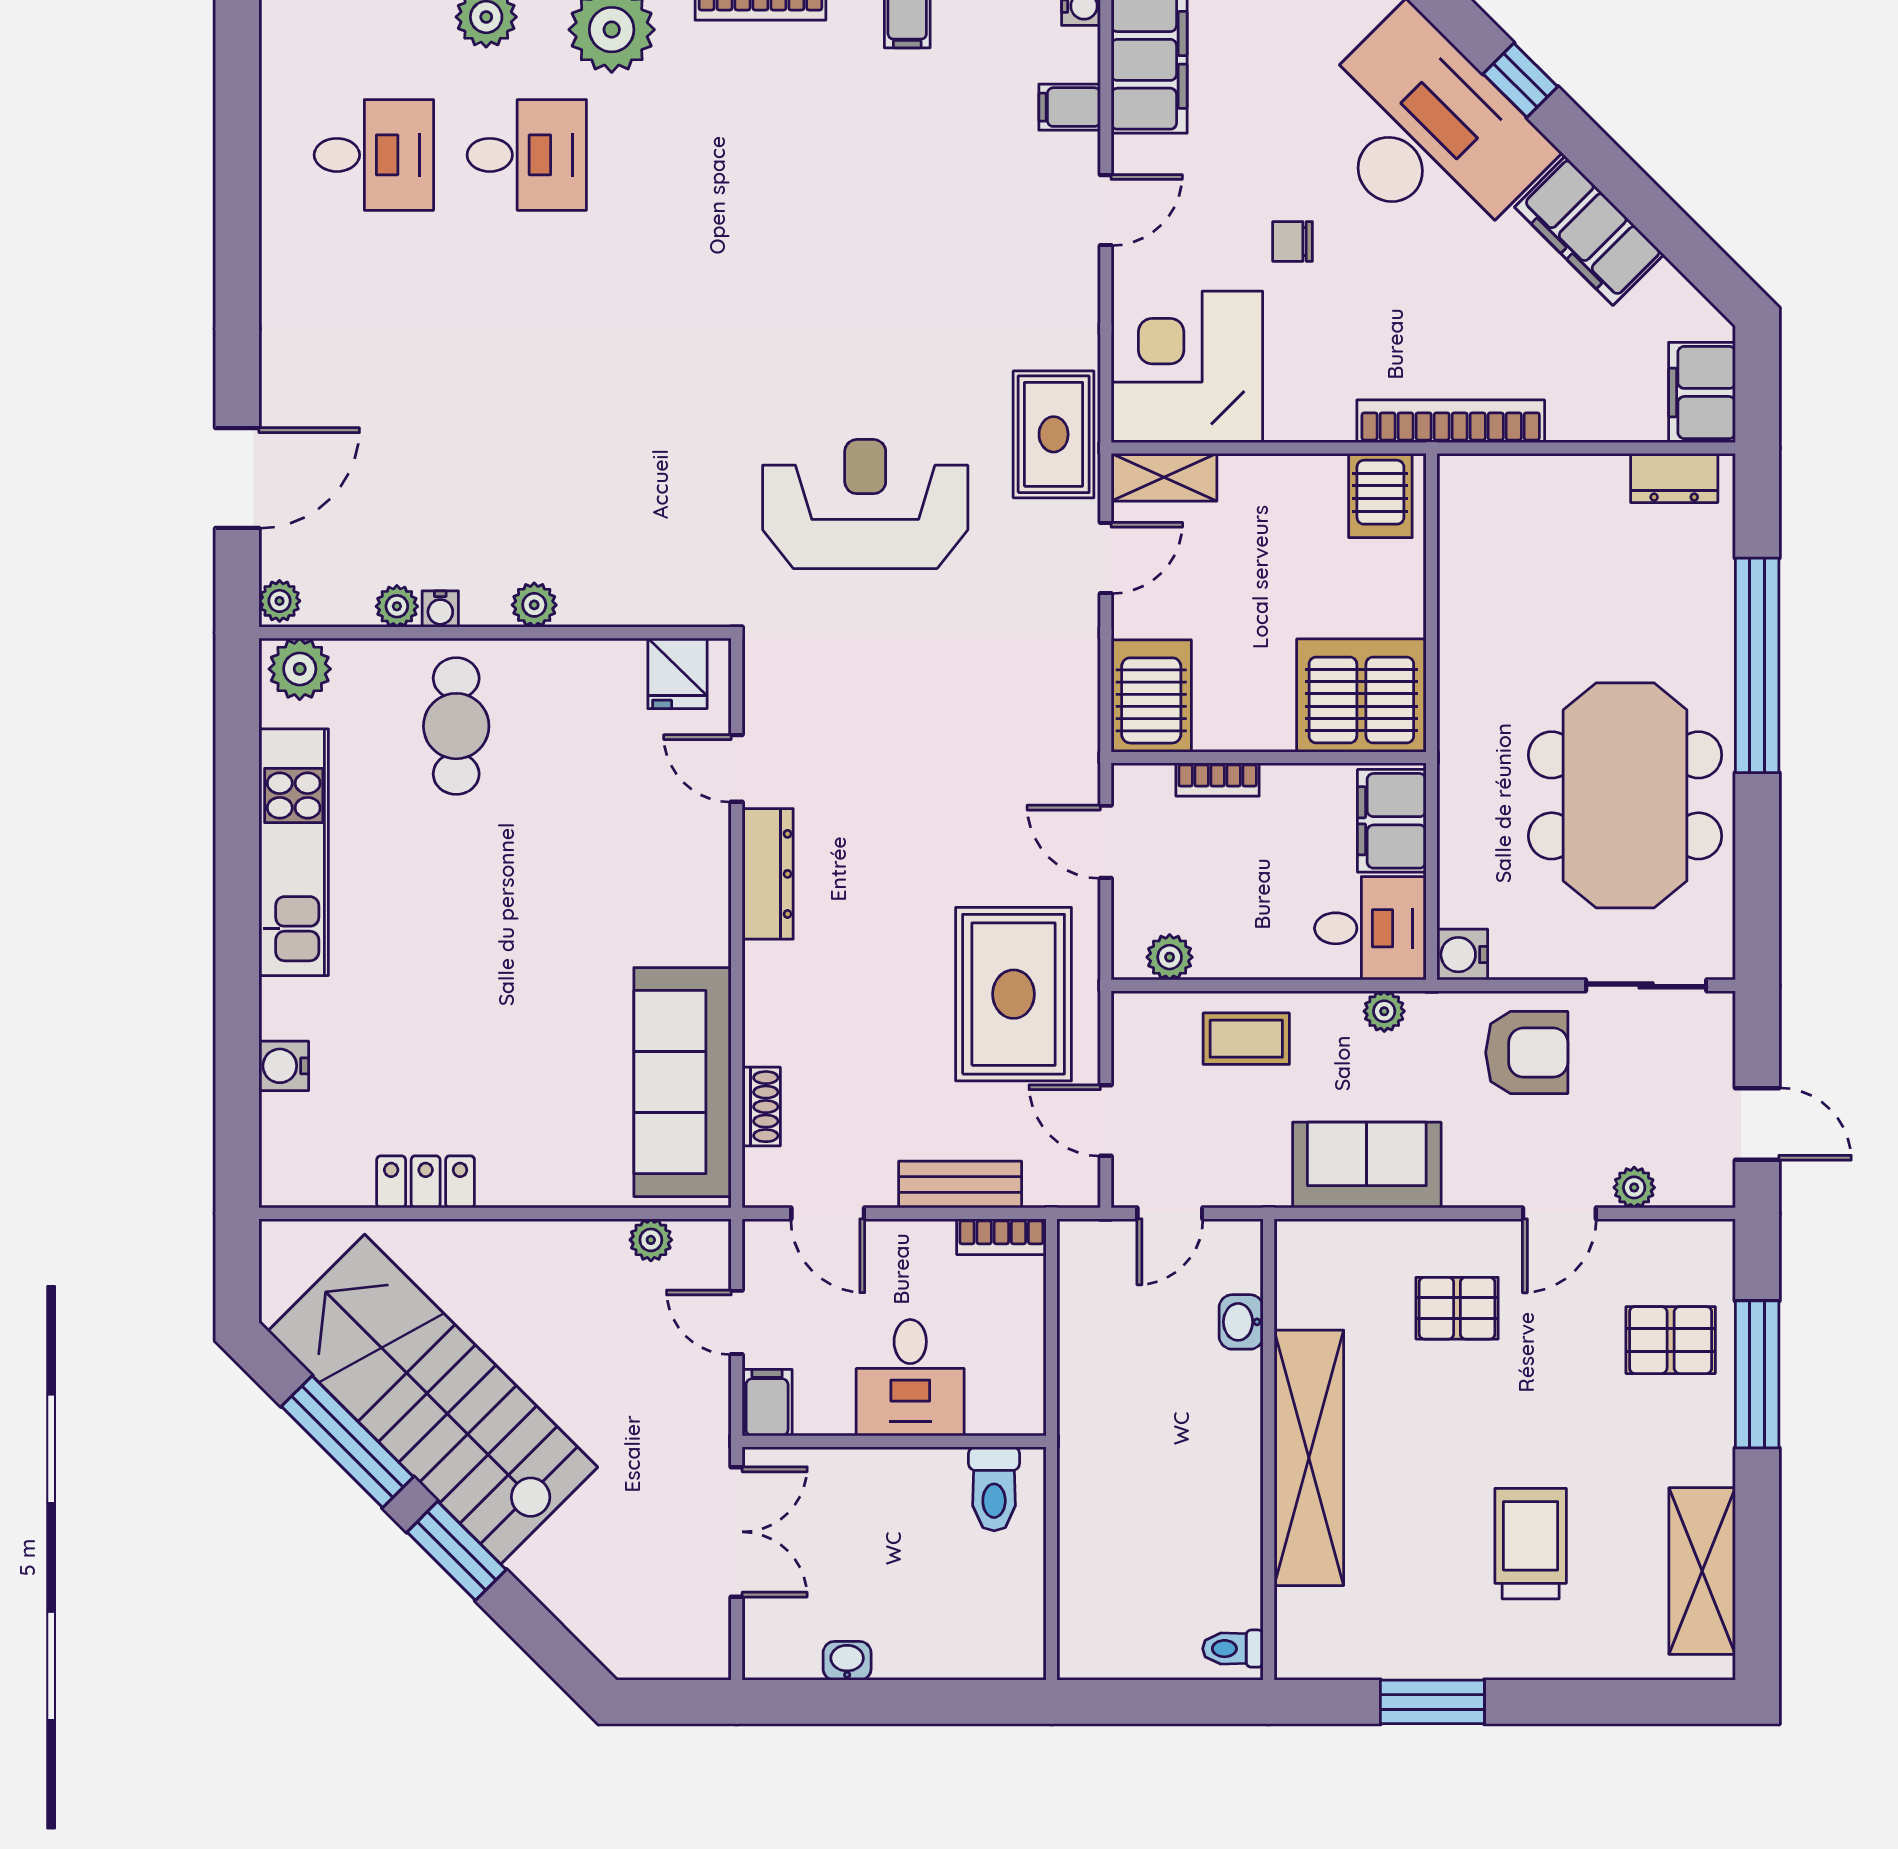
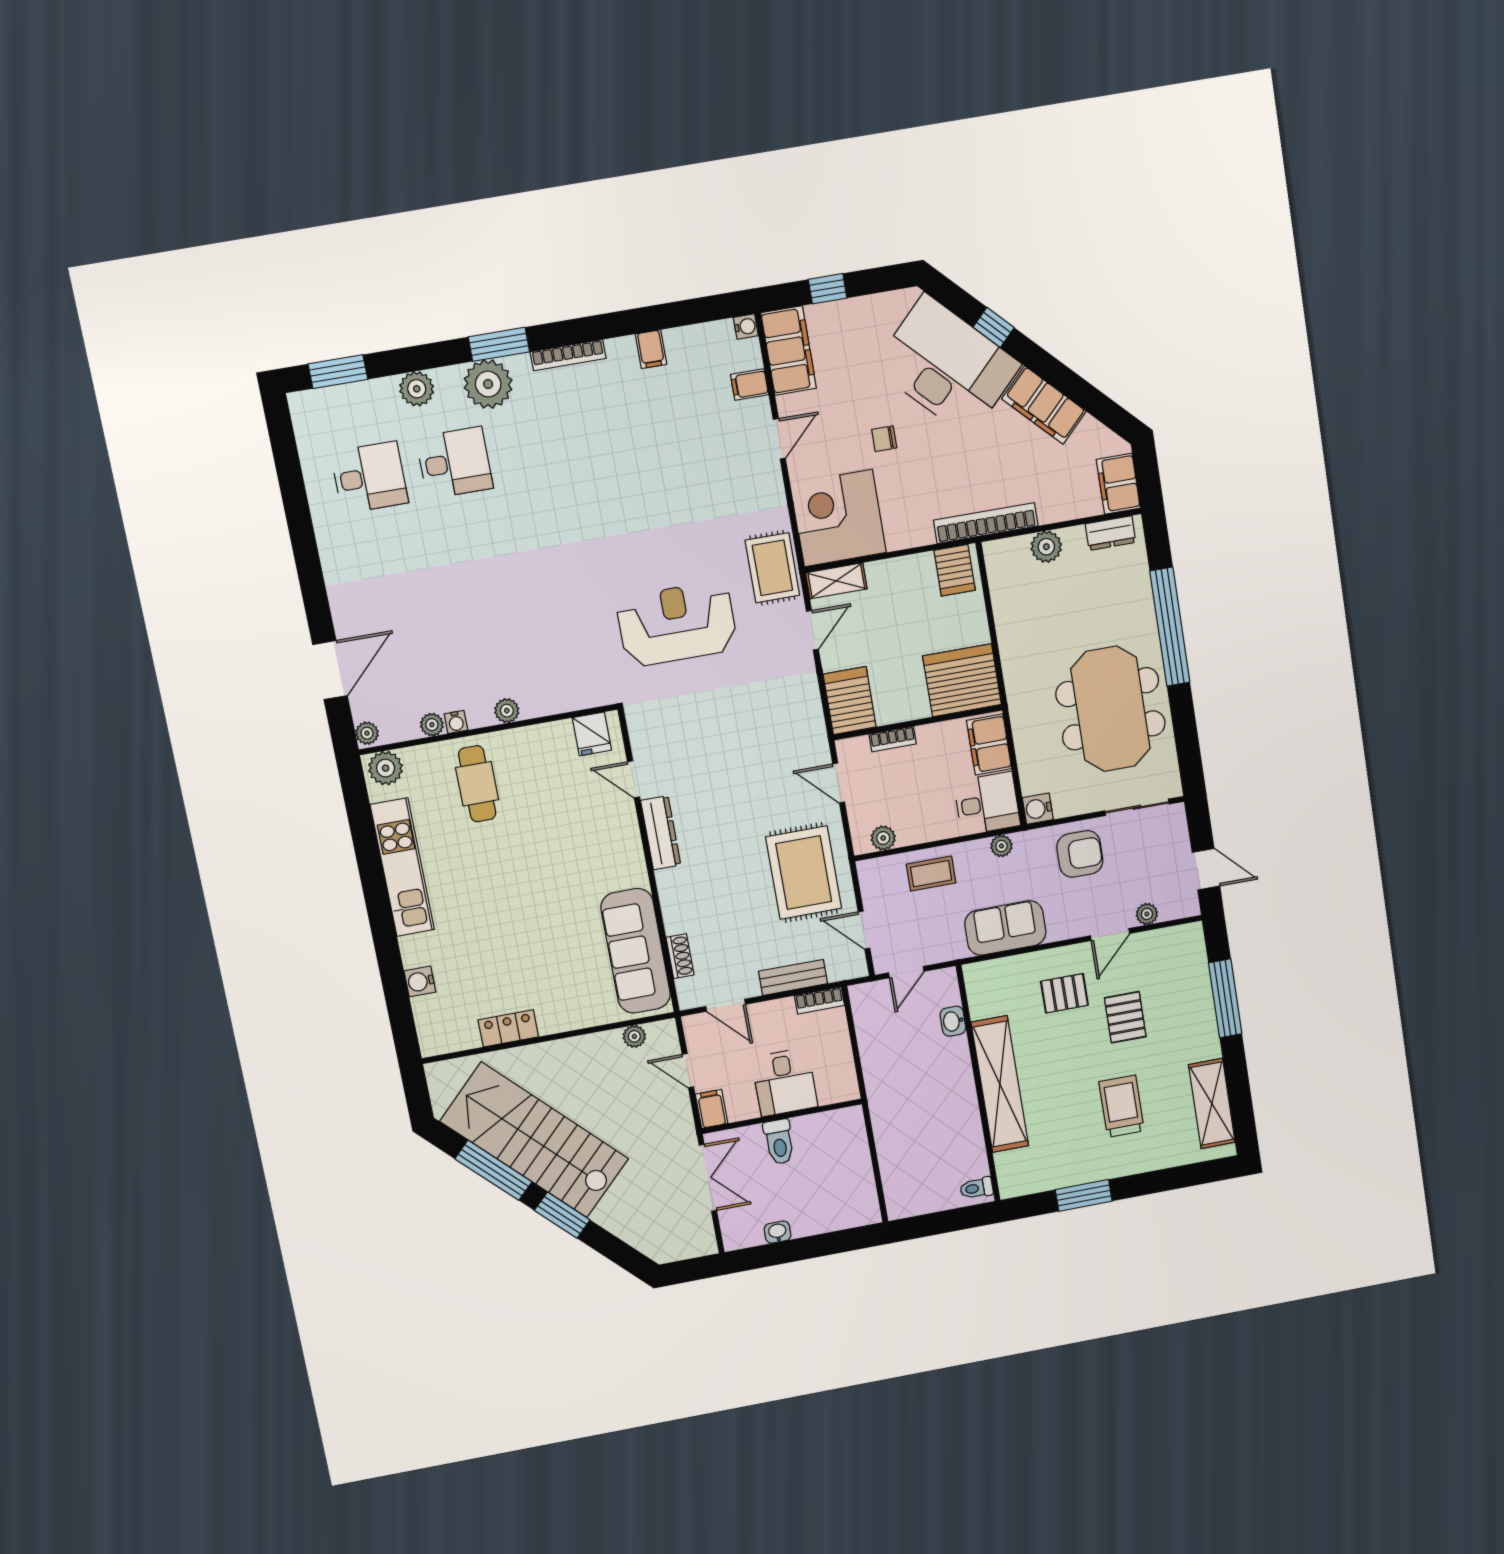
plant: (1553, 482) -> (1046, 547), added
pallet: (1671, 1340) -> (1125, 1017), moved, turned 90
toilet: (994, 1489) -> (779, 1142), moved

